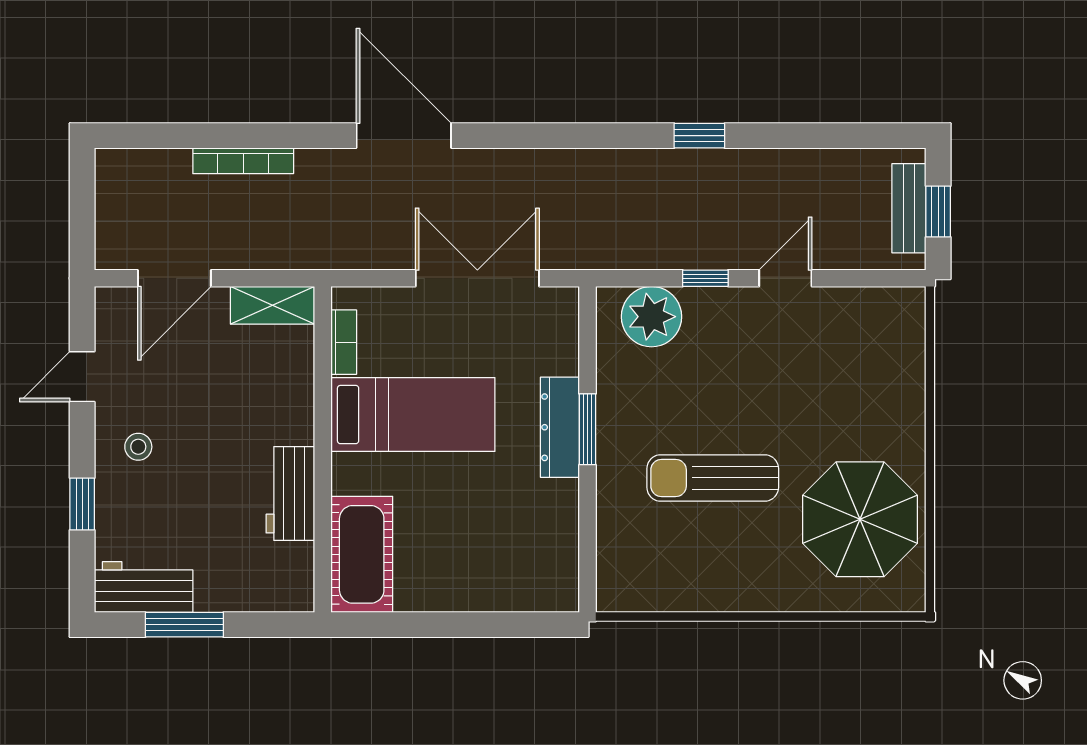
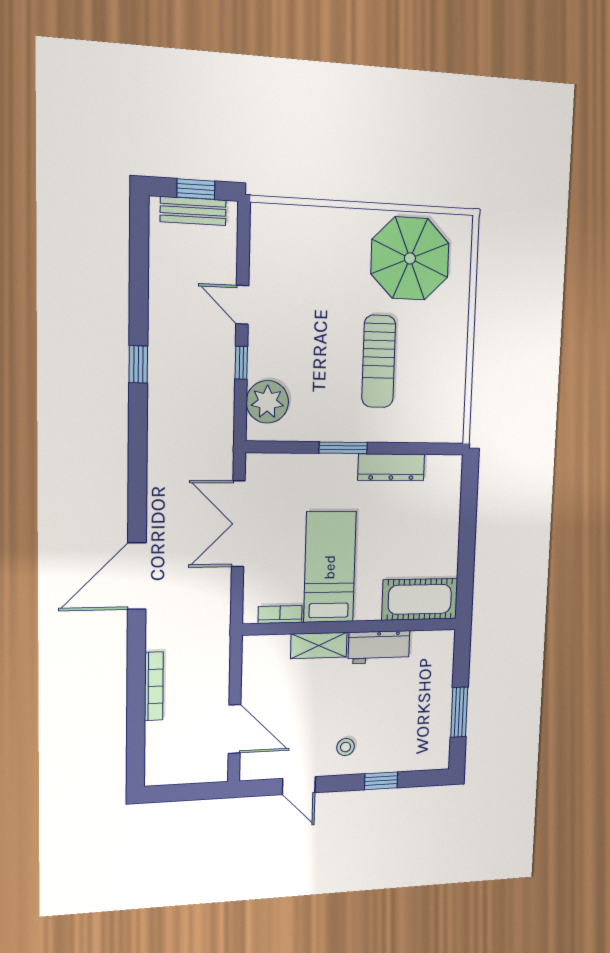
shelving: (273, 305) -> (319, 646), moved, turned 90
dresser: (560, 427) -> (391, 467), moved
workbench: (144, 587) -> (435, 739), removed

